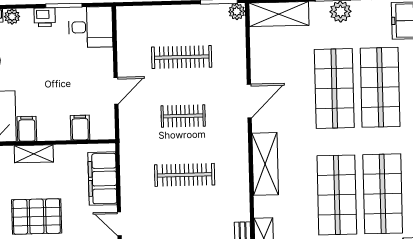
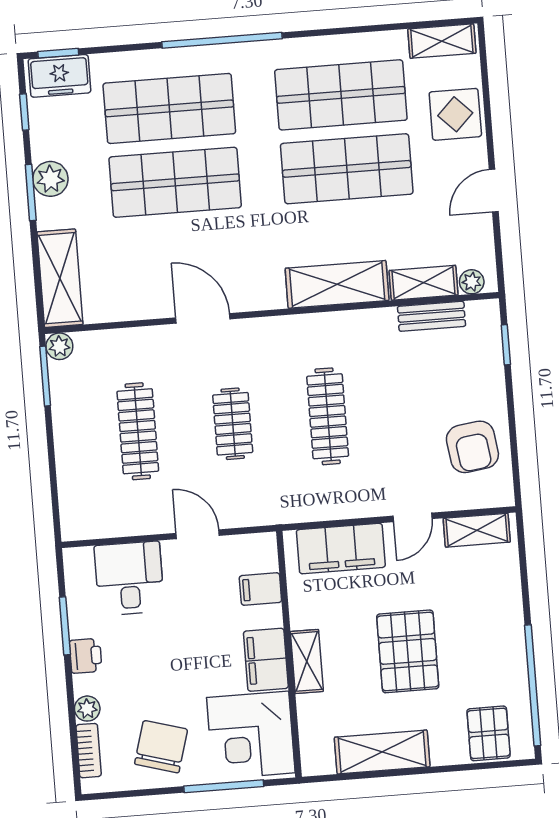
desk: (91, 27) -> (129, 578), moved
filing cabinet: (27, 129) -> (266, 660), width x2.00
shelving: (265, 164) -> (337, 284), moved

